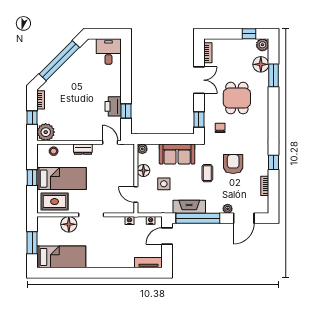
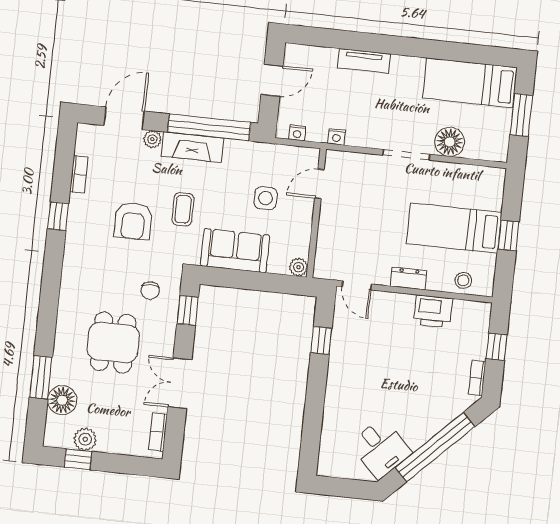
plant: (262, 45) -> (85, 439), moved
desk: (108, 52) -> (381, 448), moved, turned -45
printer: (113, 106) -> (433, 311), moved, turned 90
plant: (46, 132) -> (474, 317), removed
floor lamp: (143, 170) -> (301, 227), removed
door: (136, 194) -> (319, 184), swing flipped
rug: (55, 202) -> (472, 187), removed
fireplace: (189, 207) -> (192, 147), moved
door: (167, 236) -> (272, 80), moved
tv unit: (148, 263) -> (364, 61), moved

